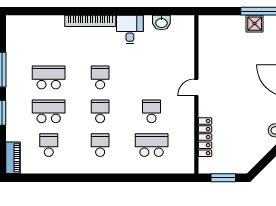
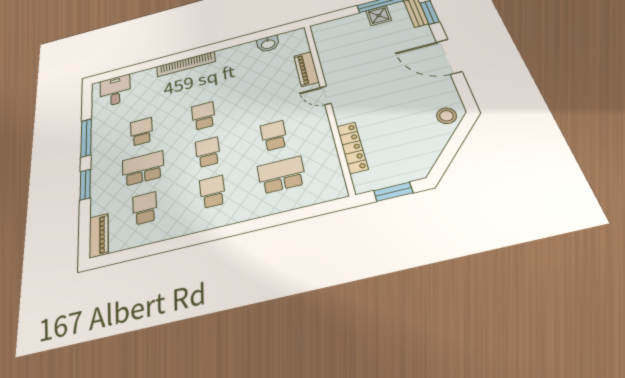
desk: (130, 29) -> (115, 91), moved
piano: (187, 58) -> (306, 69), added
school desk: (49, 78) -> (141, 132), width x0.54
door: (196, 87) -> (326, 95), hinge flipped

